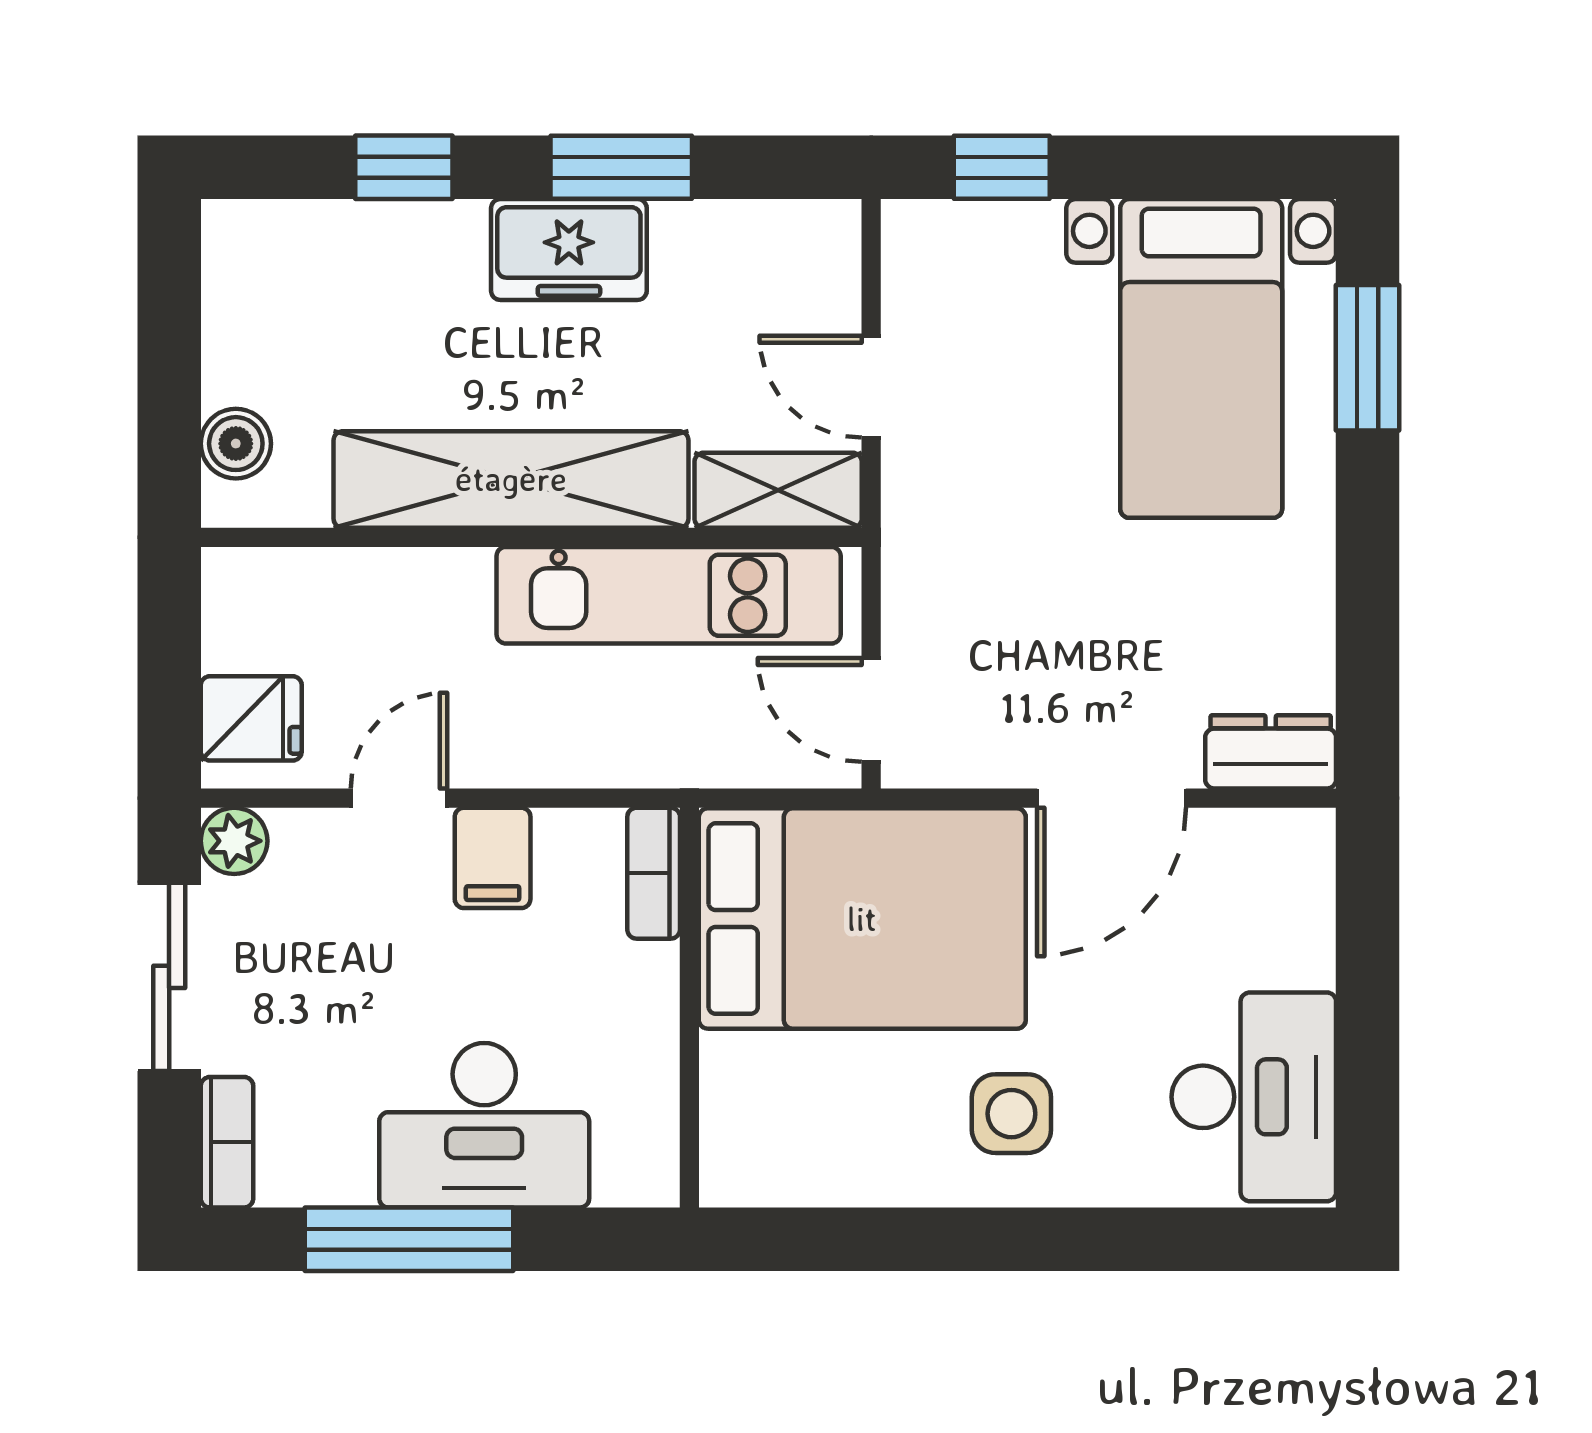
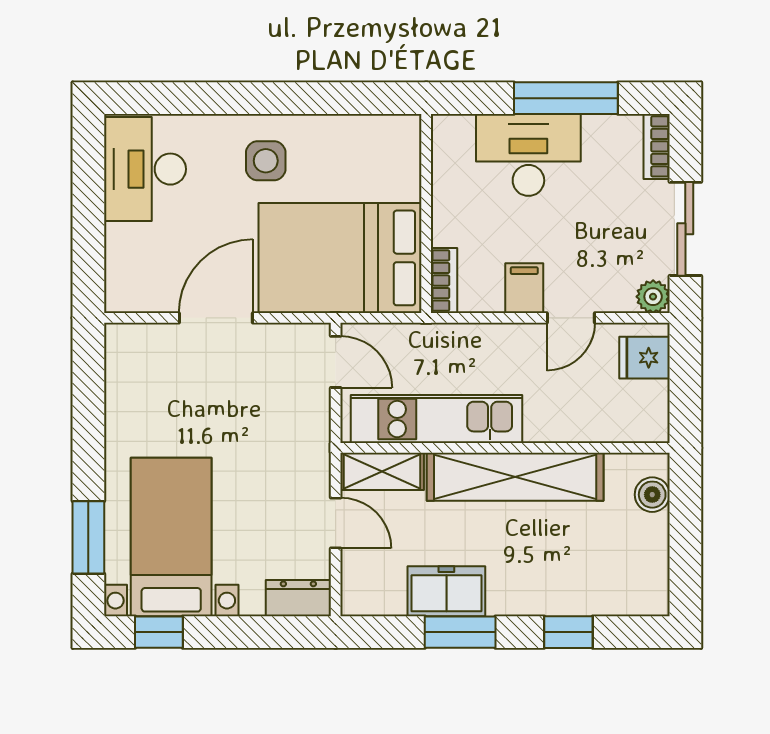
window: (1002, 167) -> (159, 632), moved
freezer: (569, 249) -> (446, 591), moved
dresser: (1271, 752) -> (298, 598), moved, turned 180

